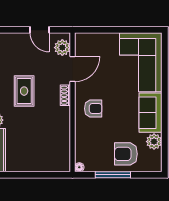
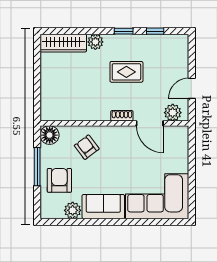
armchair: (93, 109) -> (87, 147), moved, turned 143
floor lamp: (79, 167) -> (50, 135), width x1.89, depth x1.89

